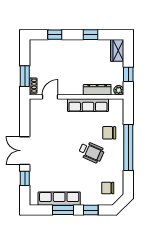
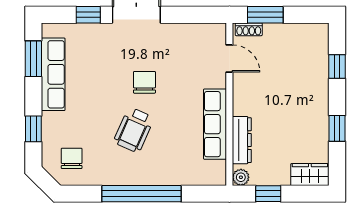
chair: (109, 133) -> (144, 82), moved
window: (63, 210) -> (33, 59), moved

